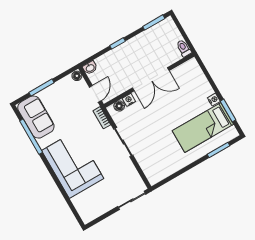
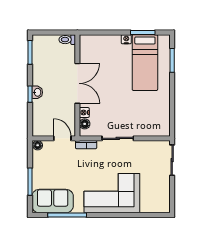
washbasin: (90, 68) -> (37, 92), moved

